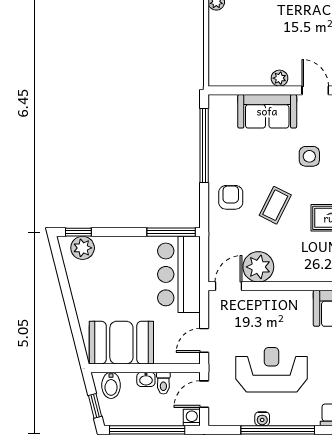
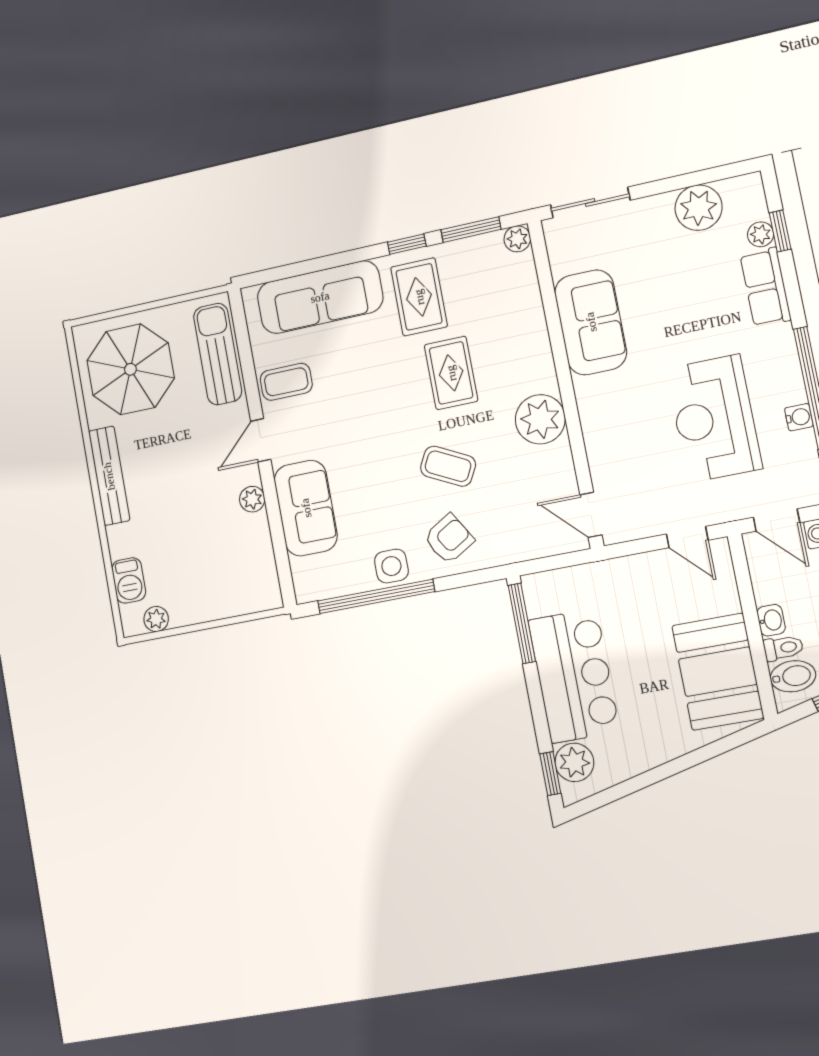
side table: (309, 156) -> (391, 566), moved
armchair: (231, 197) -> (449, 539), turned 149
plant: (258, 267) -> (540, 419), moved
bar counter: (179, 274) -> (574, 676), moved, turned -90
toilet: (163, 383) -> (783, 648), moved

